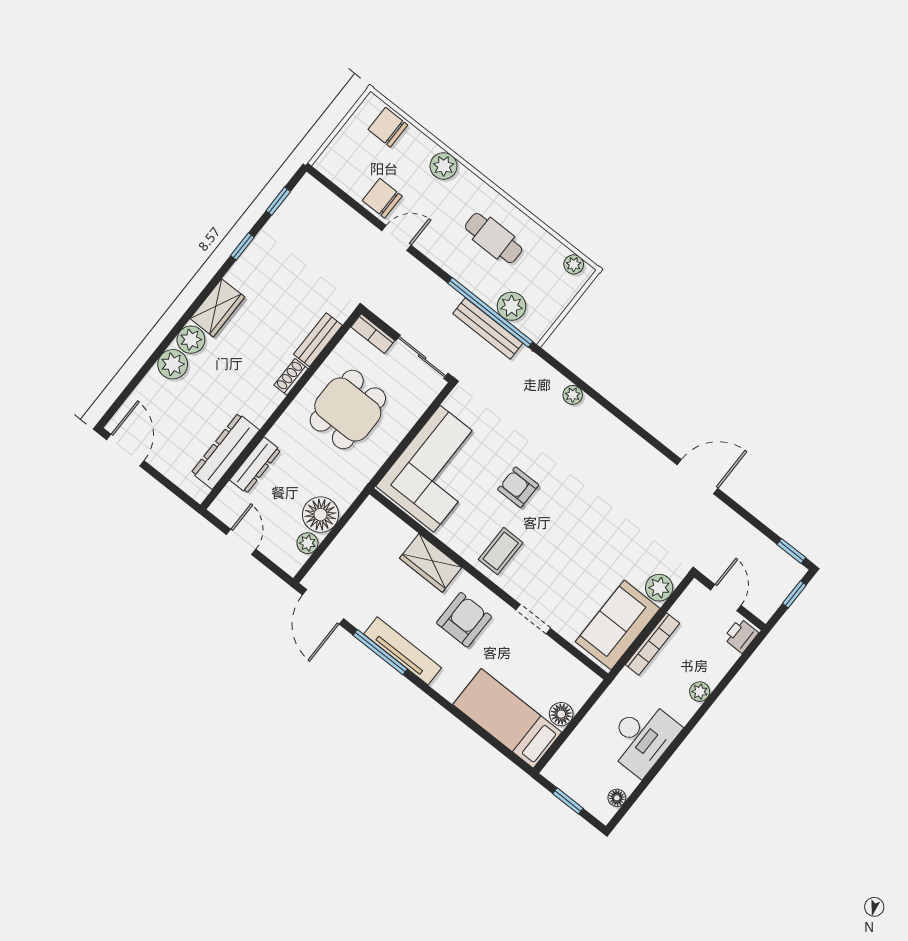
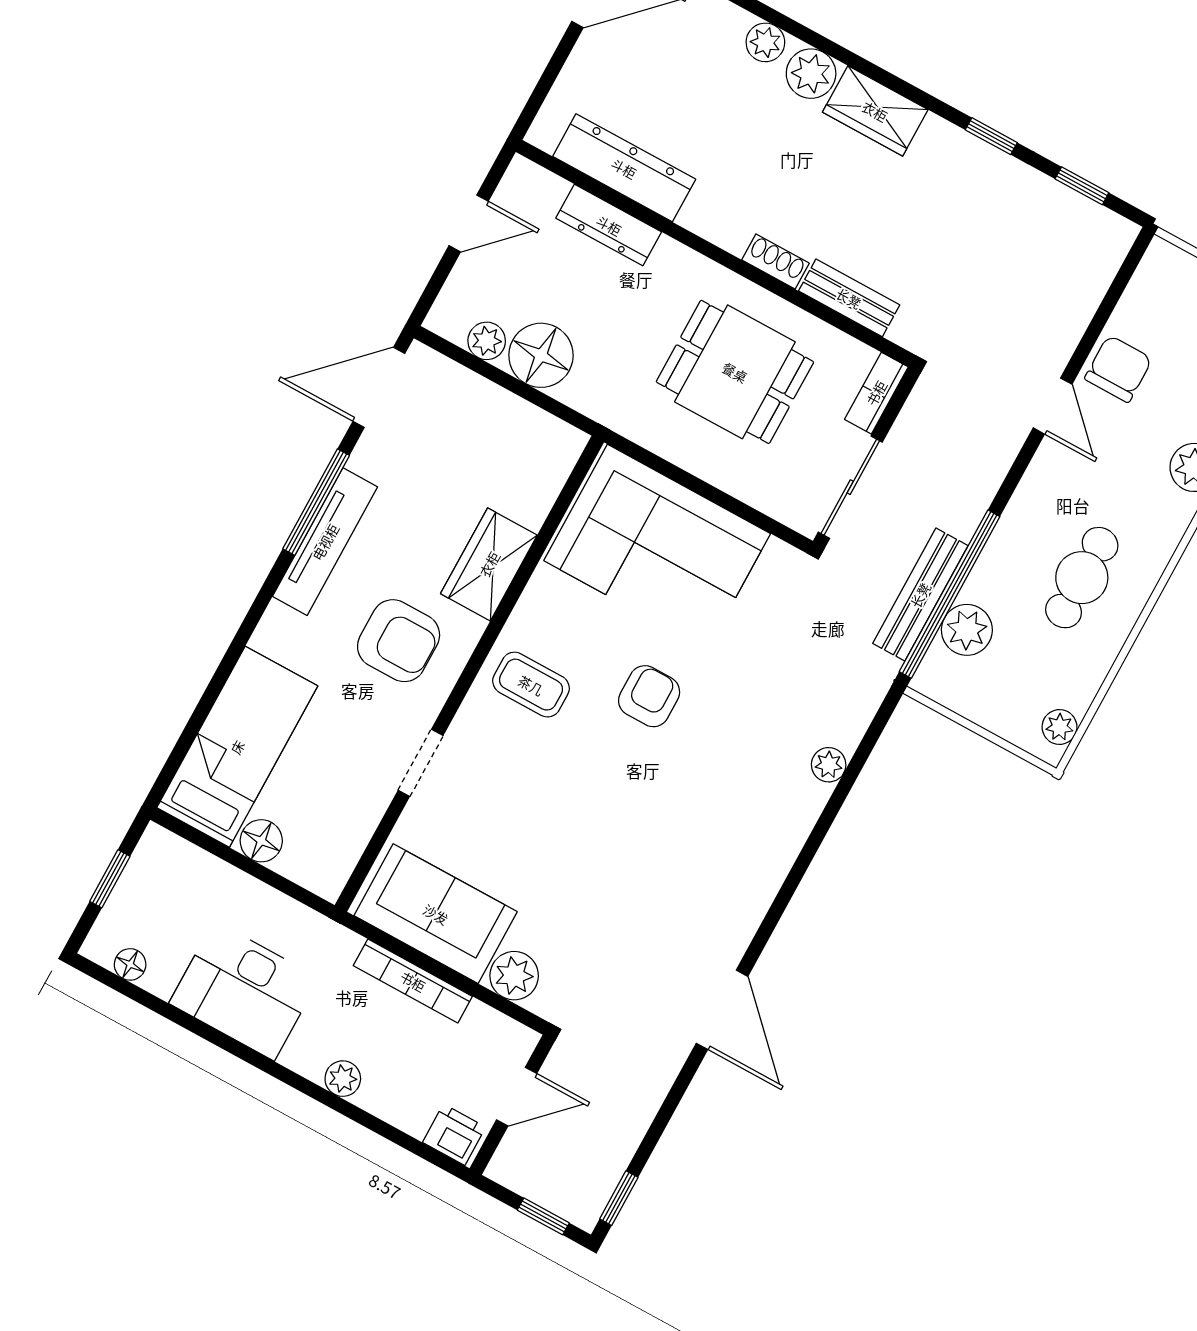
plant: (173, 364) -> (765, 42), width x0.73, depth x0.73

